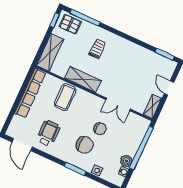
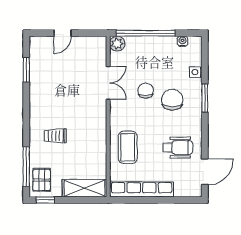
window: (165, 54) -> (26, 70), moved
shelving: (83, 79) -> (98, 136), removed
coffee table: (65, 97) -> (128, 147), turned 90
shelving: (152, 106) -> (92, 43), removed
wheelchair: (48, 133) -> (178, 148), turned 180
plant: (126, 161) -> (117, 44), moved

